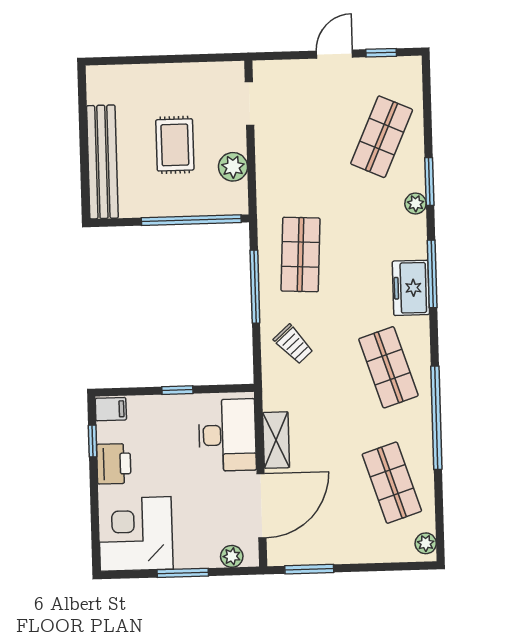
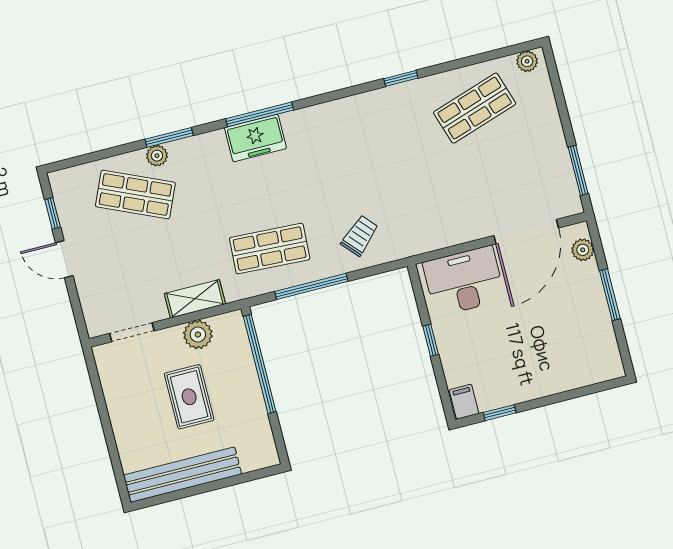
rug: (175, 145) -> (189, 397), turned 90
bench: (102, 162) -> (183, 475), moved
plant: (416, 203) -> (157, 156), moved
freezer: (411, 288) -> (256, 138), moved
shop shelf: (388, 367) -> (362, 137), removed
window: (436, 418) -> (401, 78), width x0.32
shelving: (276, 440) -> (195, 299), moved
printer: (114, 464) -> (517, 387), removed
door: (261, 506) -> (526, 232), swing flipped
corner desk: (136, 534) -> (582, 350), removed

